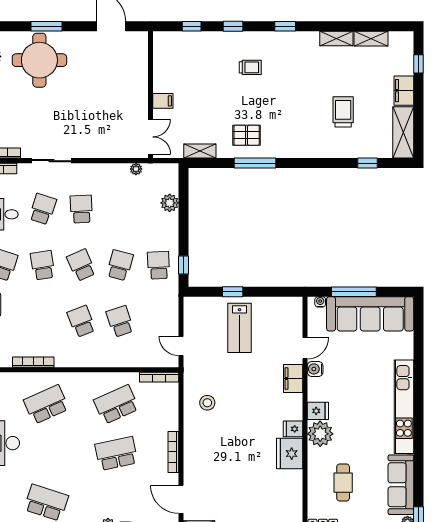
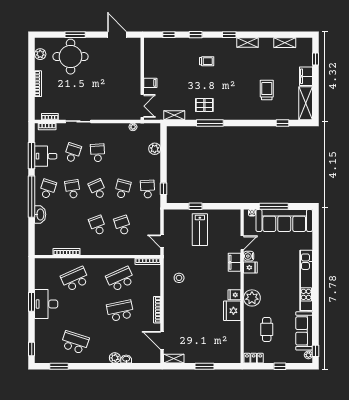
shelving: (336, 39) -> (248, 43), moved
fridge: (318, 411) -> (250, 268), moved

